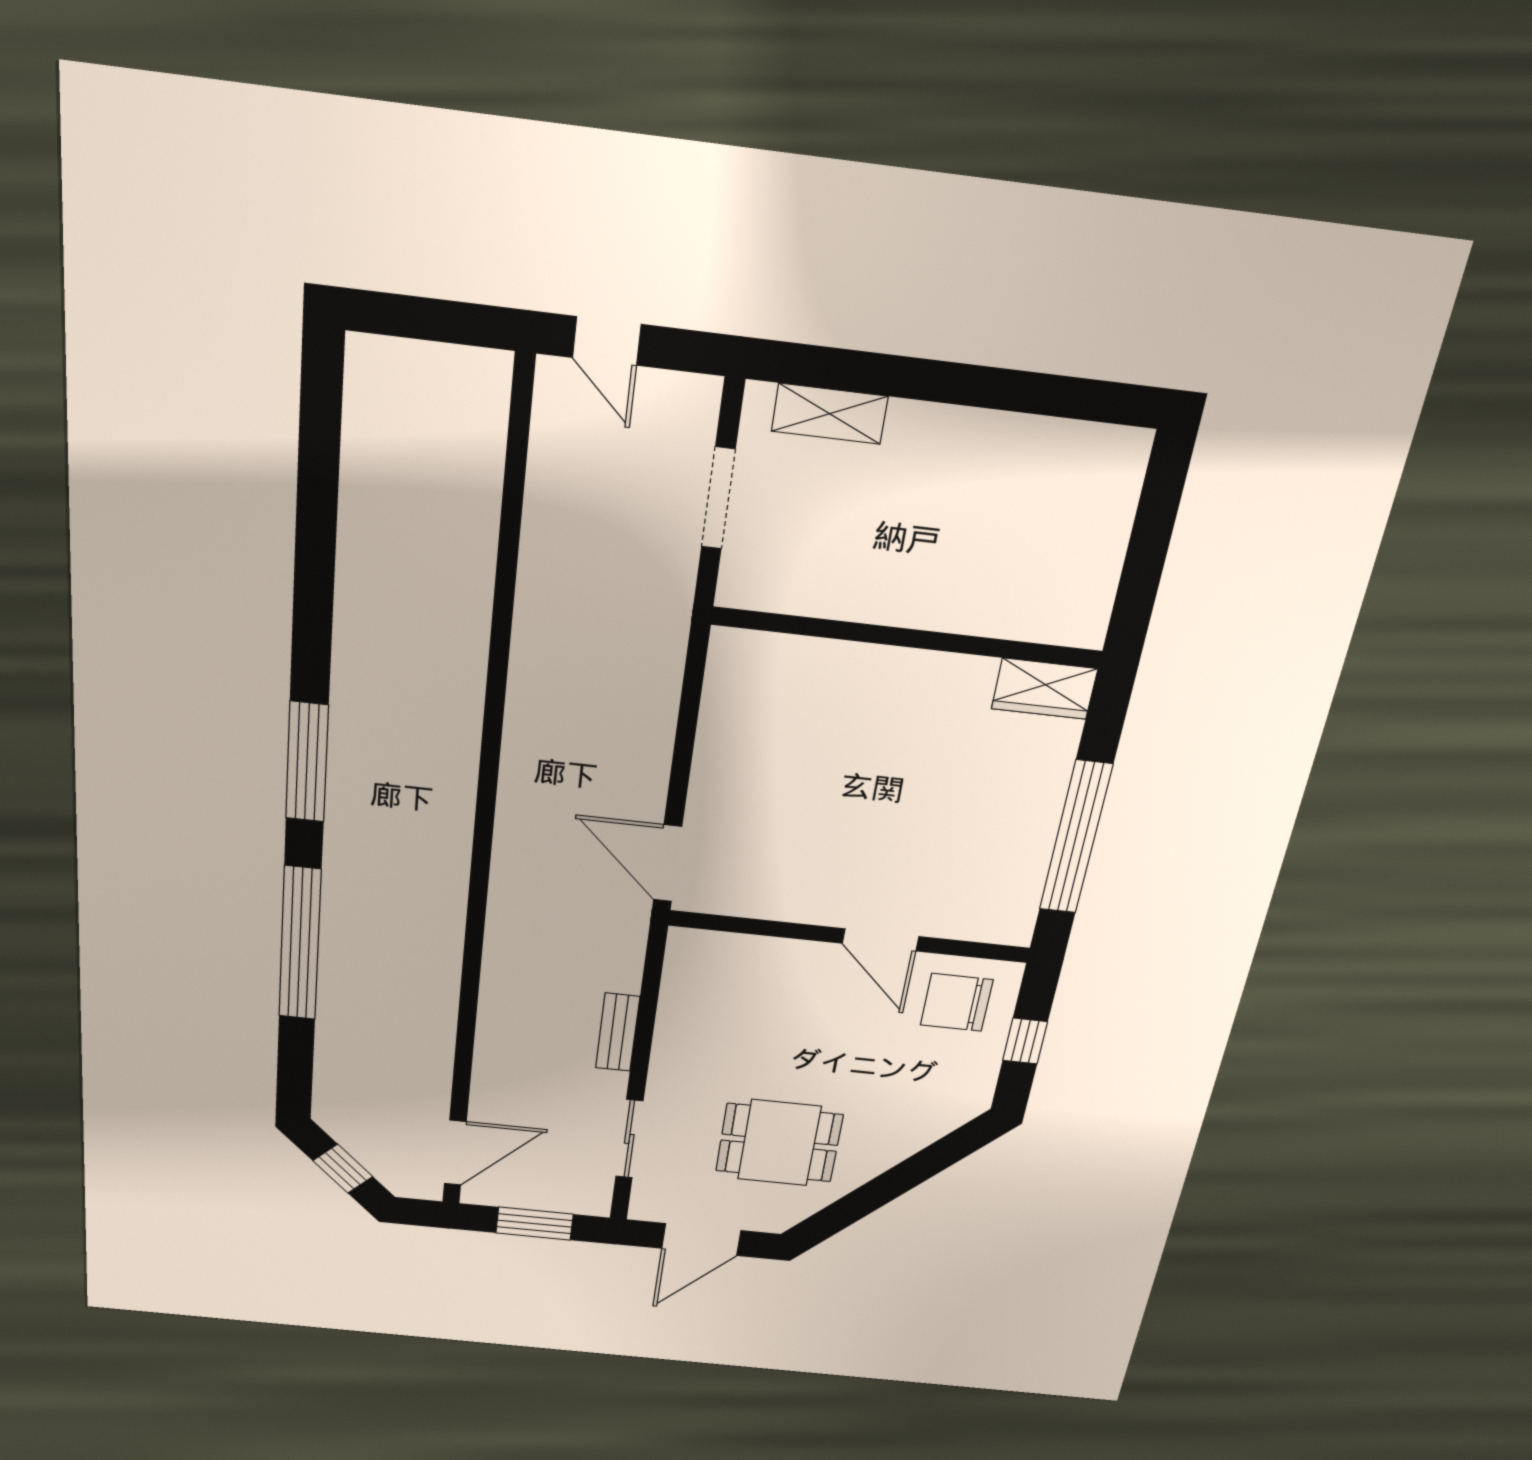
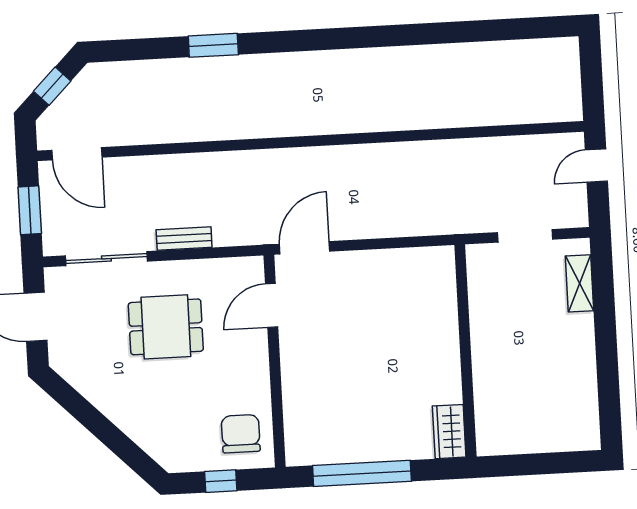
window: (307, 762) -> (333, 39), removed
door: (881, 940) -> (272, 305), moved
window: (300, 944) -> (213, 45), width x0.47
sliding door: (629, 1139) -> (106, 259), width x1.37
dining table: (779, 1143) -> (166, 327), moved, turned 90

